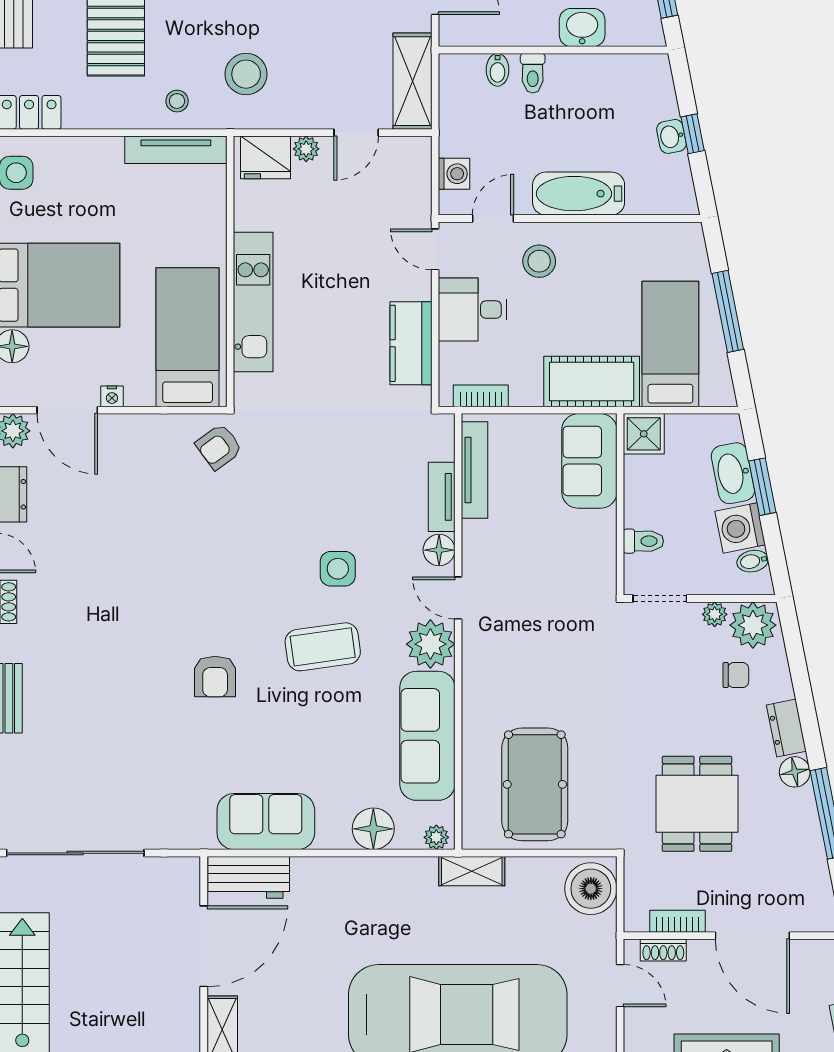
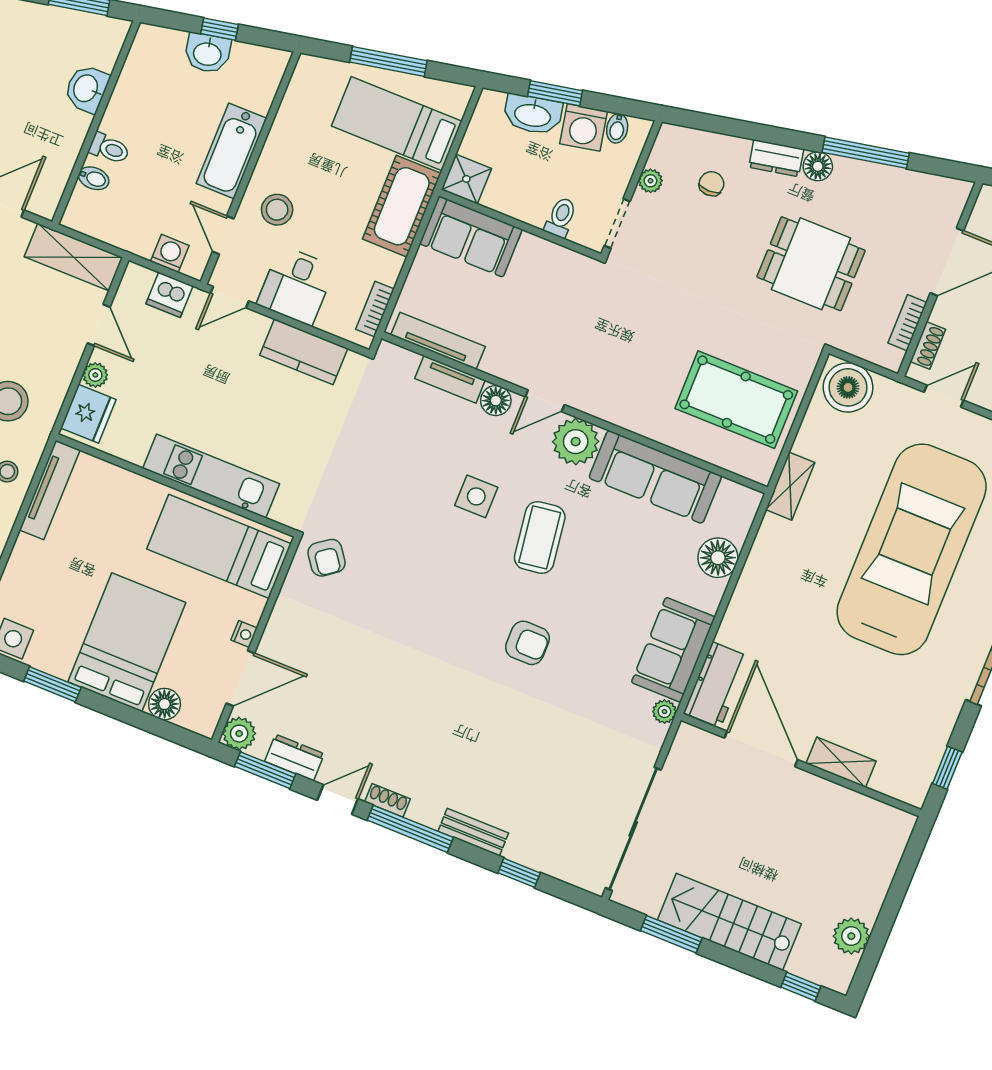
washbasin: (671, 136) -> (207, 53), width x1.38, depth x1.45
dishwasher: (414, 190) -> (169, 295), added
plant: (753, 625) -> (674, 151), removed
plant: (436, 837) -> (664, 712), moved

